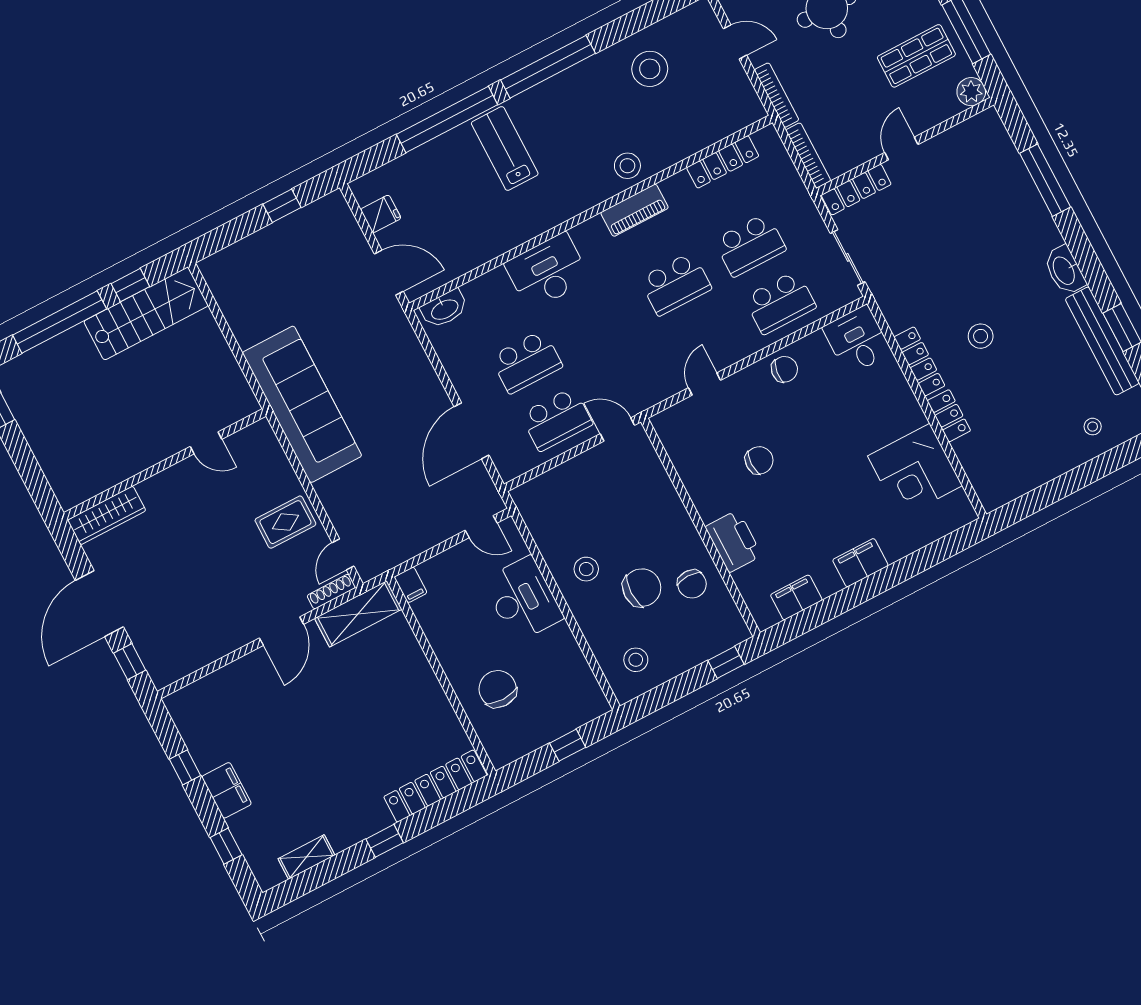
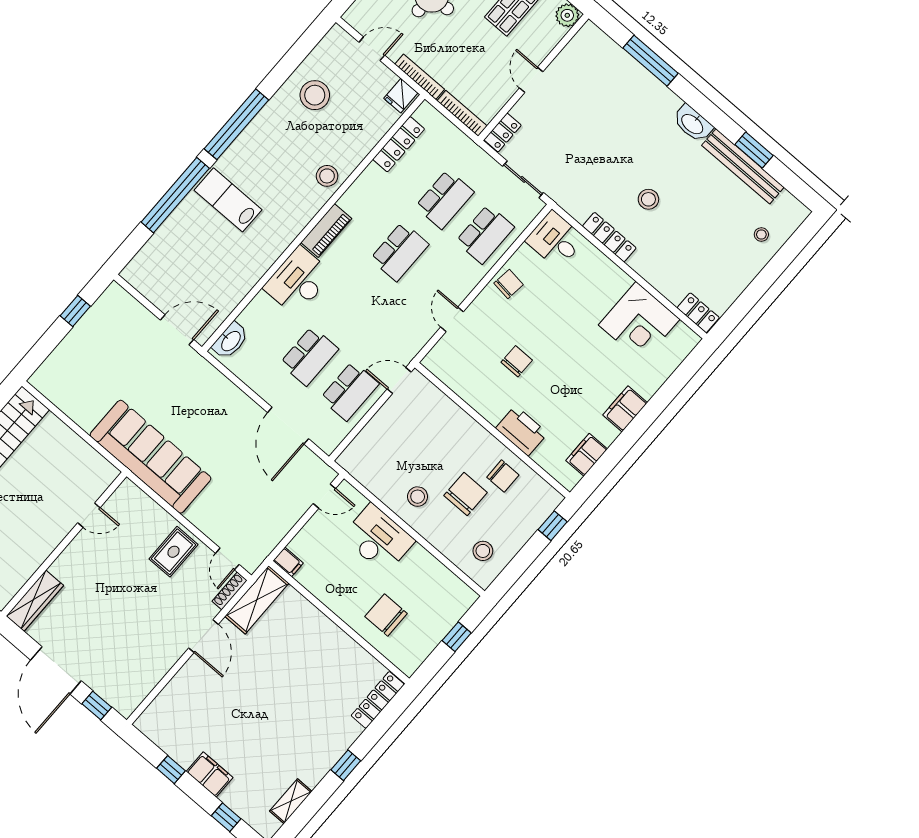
locker: (856, 190) -> (503, 132), width x0.66
piano: (635, 210) -> (326, 230), moved
fridge: (381, 214) -> (401, 96), moved, turned 180
locker: (949, 416) -> (698, 313), moved
locker: (435, 786) -> (378, 700), width x0.71, depth x0.83

